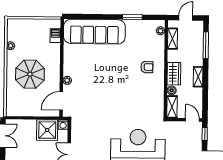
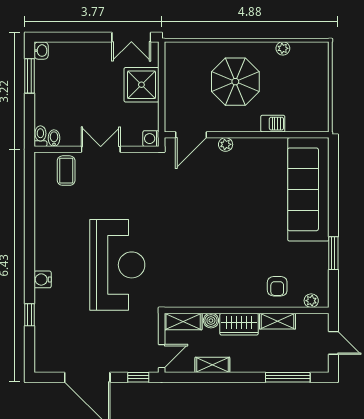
barbecue: (55, 36) -> (273, 124), moved
shelving: (173, 39) -> (277, 321), moved
armchair: (147, 67) -> (277, 286), moved
shelving: (198, 77) -> (212, 365), moved
door: (61, 101) -> (191, 135), swing flipped
shower: (47, 130) -> (141, 85), moved

